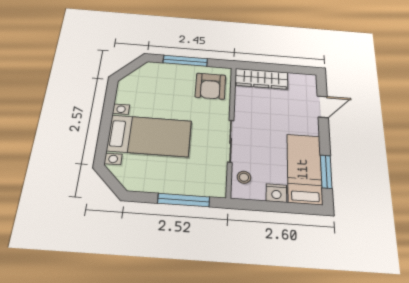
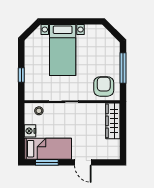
armchair: (210, 86) -> (104, 86), turned 90
door: (323, 107) -> (83, 162), moved
window: (184, 200) -> (21, 75), width x0.46

